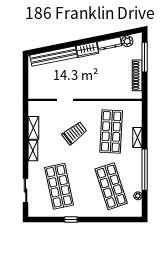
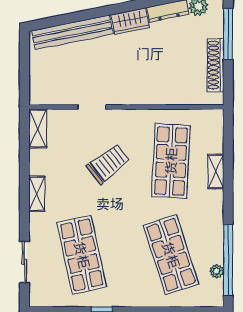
shelving: (33, 128) -> (38, 128), moved
window: (145, 170) -> (228, 260), moved

